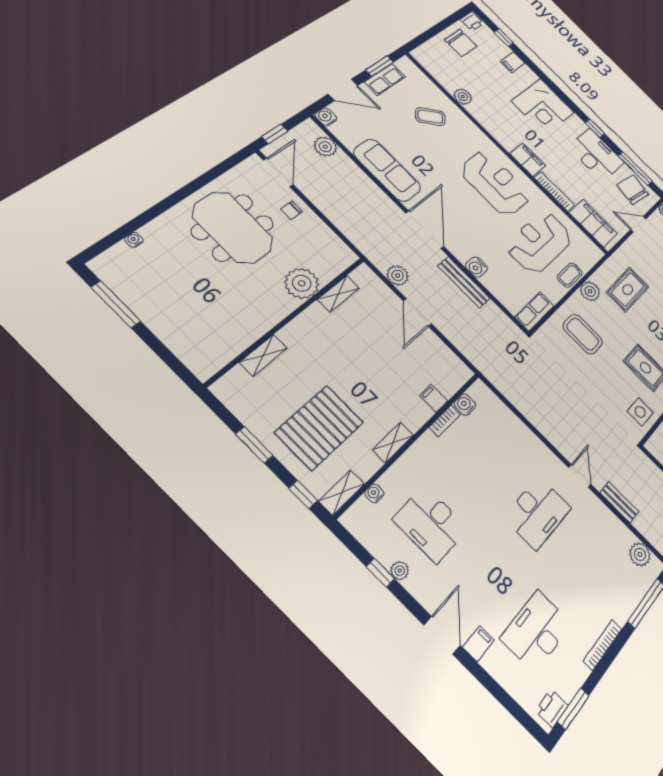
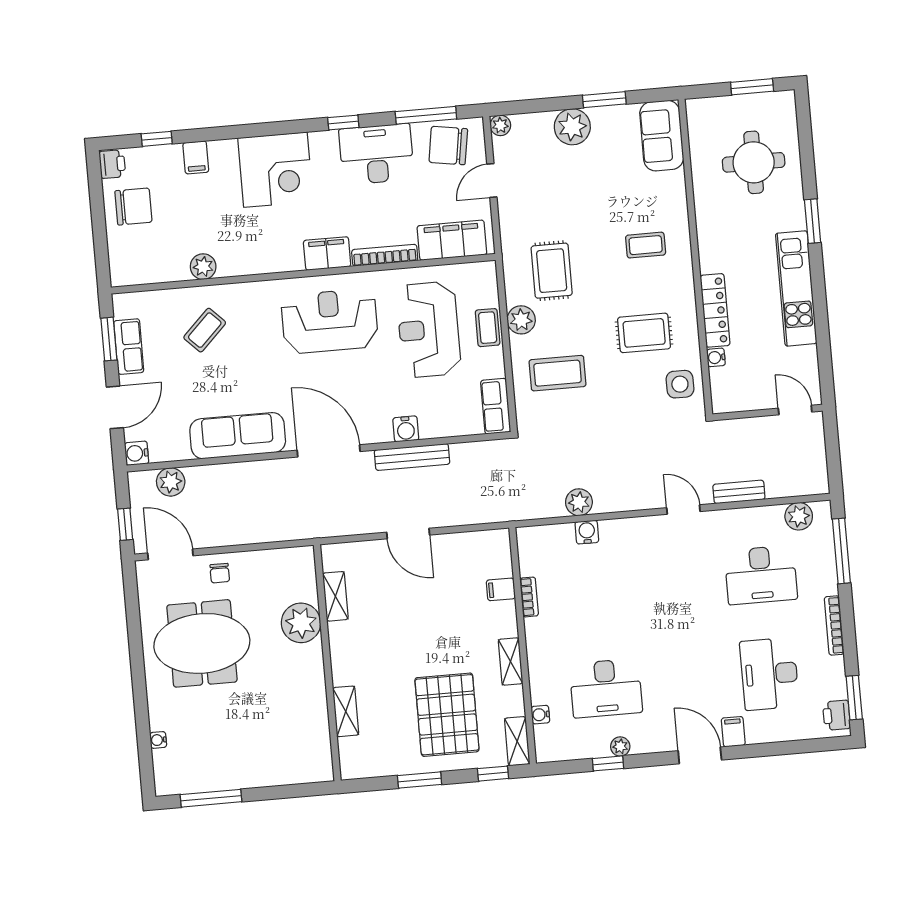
plant: (398, 275) -> (579, 502), moved
water cooler: (465, 405) -> (587, 532), moved, turned 90
desk: (538, 513) -> (761, 575), moved, turned 90

